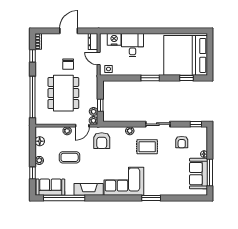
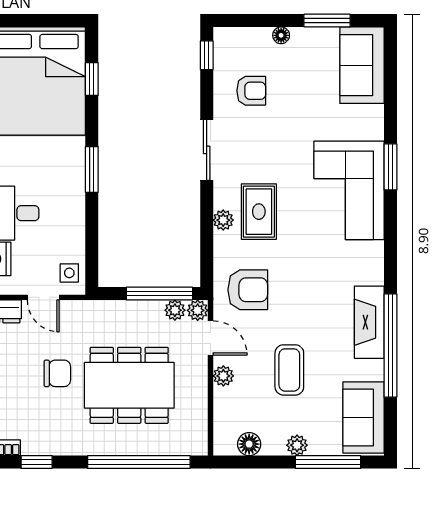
door: (99, 58) -> (43, 297), hinge flipped
window: (100, 105) -> (159, 294), width x2.17
rug: (147, 147) -> (259, 212), moved
window: (33, 173) -> (328, 462), width x2.17
window: (210, 173) -> (327, 21), width x0.69
sofa: (198, 174) -> (362, 65), moved, turned 90
corner sofa: (124, 181) -> (349, 190), moved
window: (64, 198) -> (390, 346), moved

